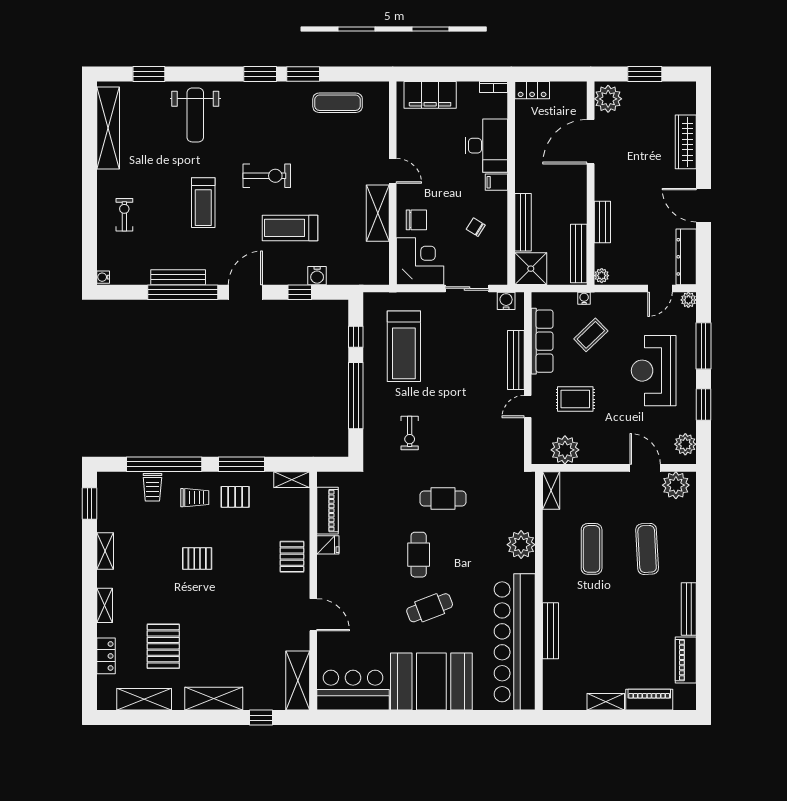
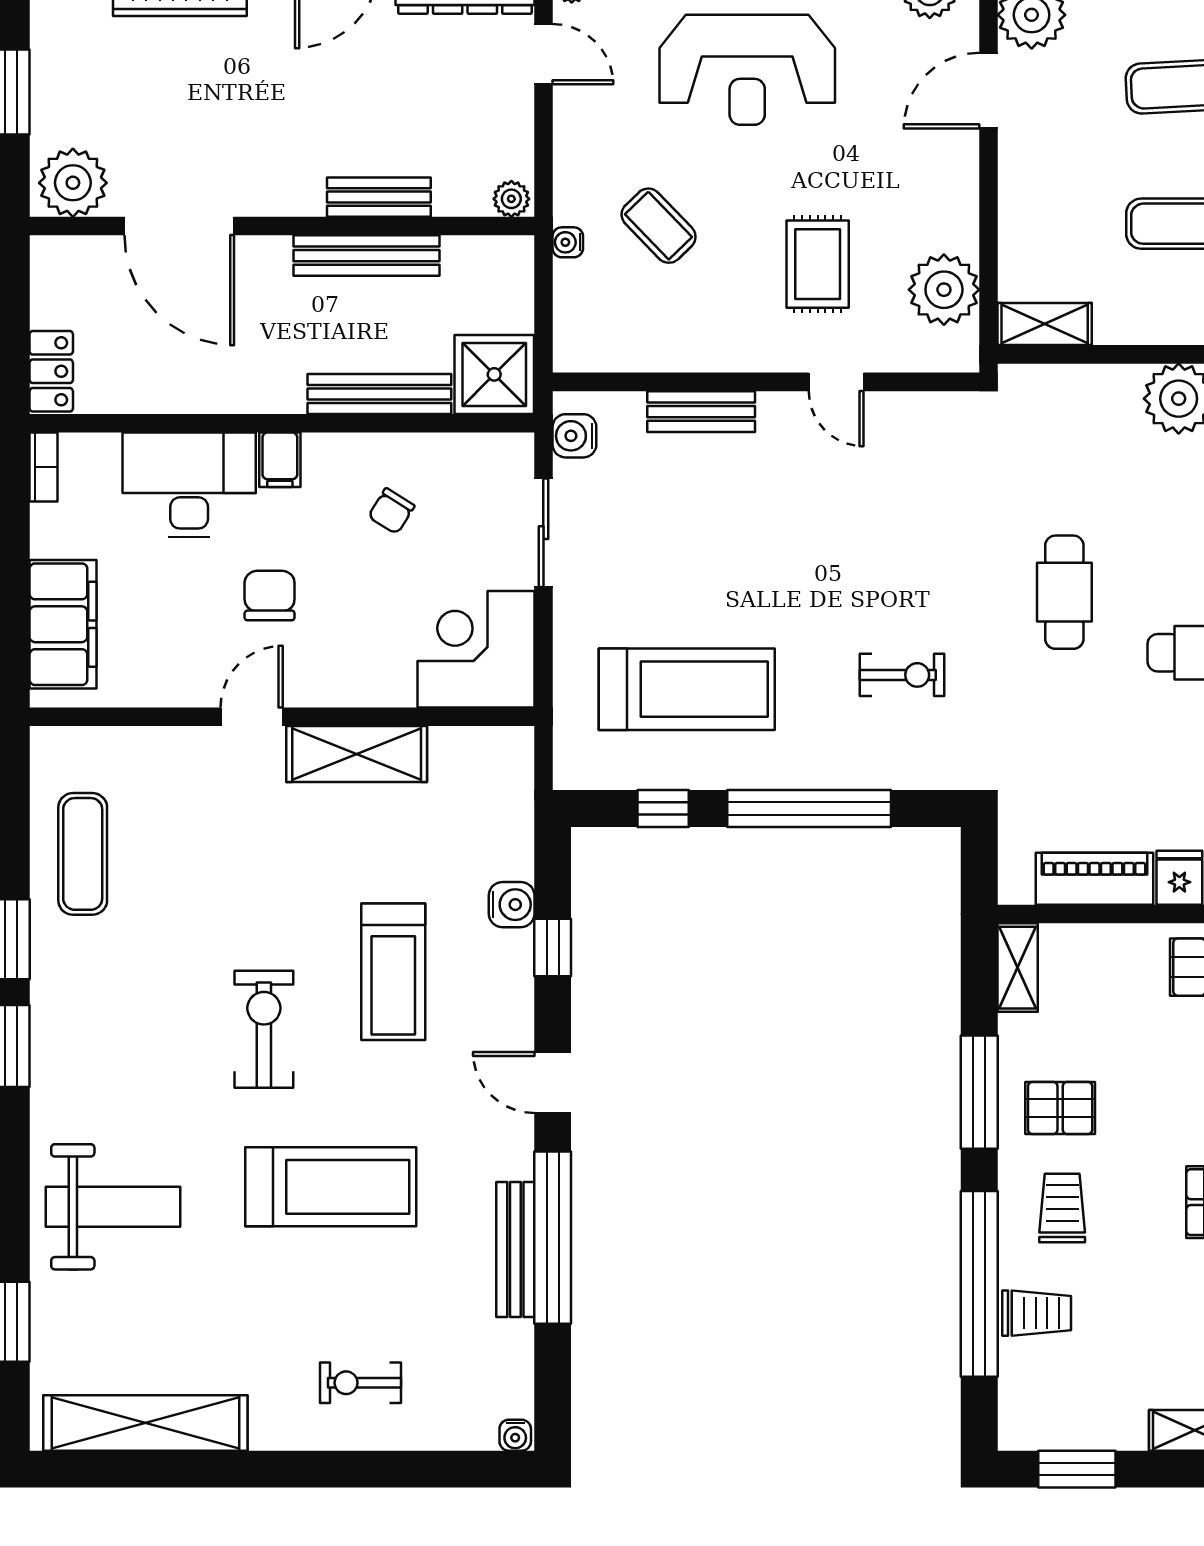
treadmill: (203, 203) -> (331, 1187), width x1.37, depth x1.38
chair: (416, 220) -> (270, 596), moved
bench: (579, 253) -> (366, 256), moved
door: (245, 292) -> (553, 1083), width x0.73
row of seats: (542, 341) -> (674, 346), removed
bench: (516, 360) -> (701, 412), width x0.73
pallet: (235, 497) -> (1060, 1108), turned 90

